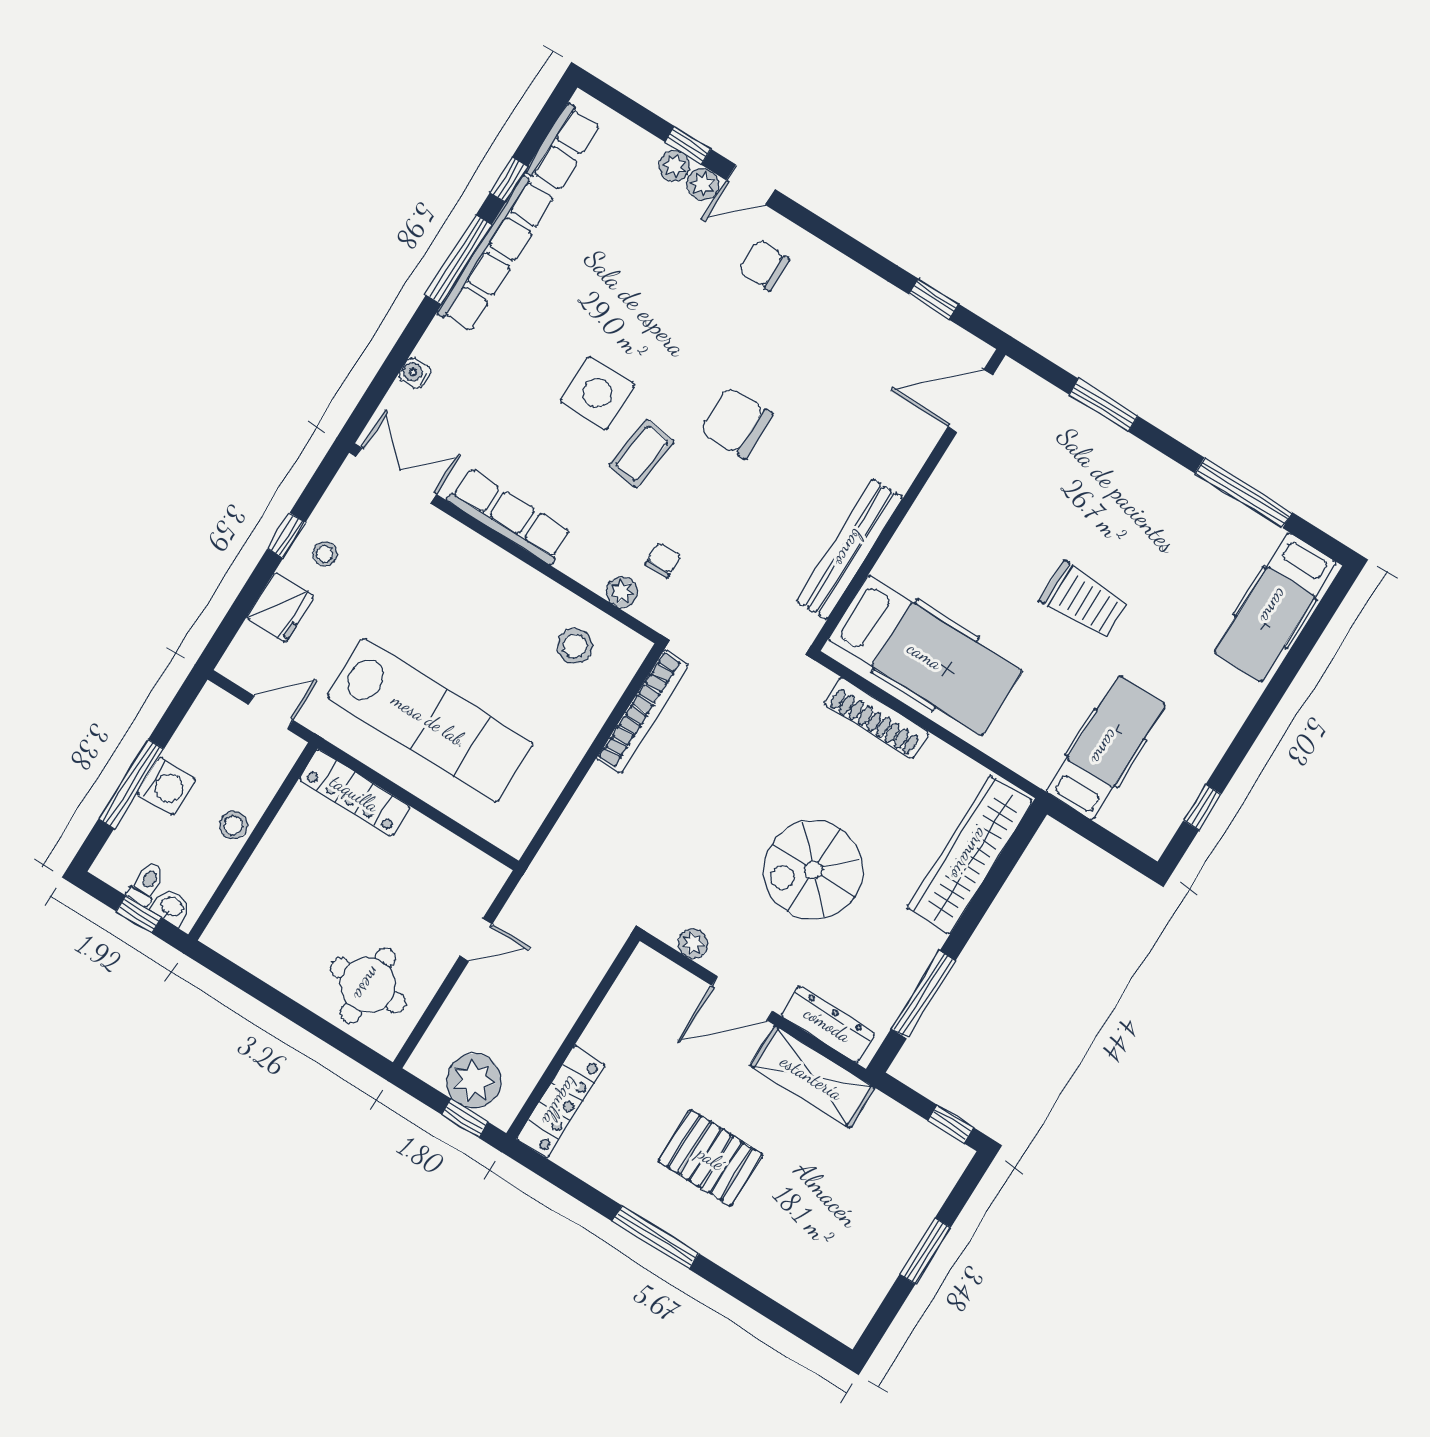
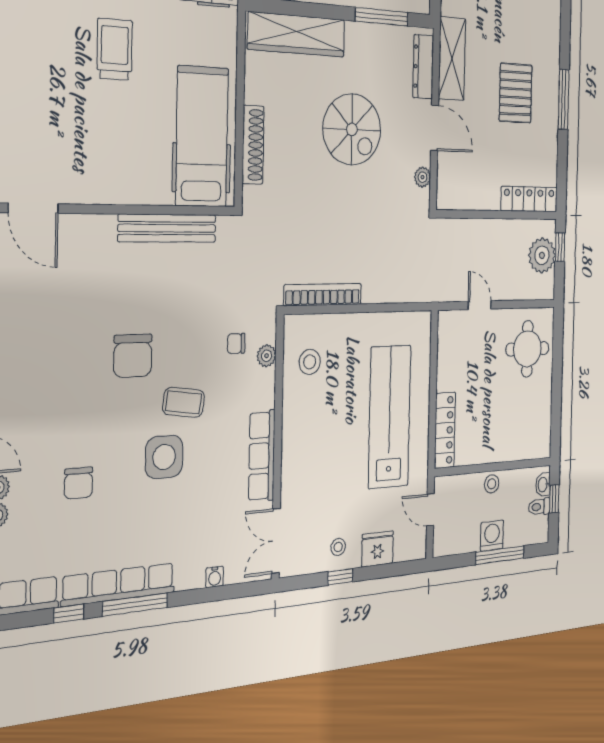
chair: (764, 265) -> (78, 483), moved

